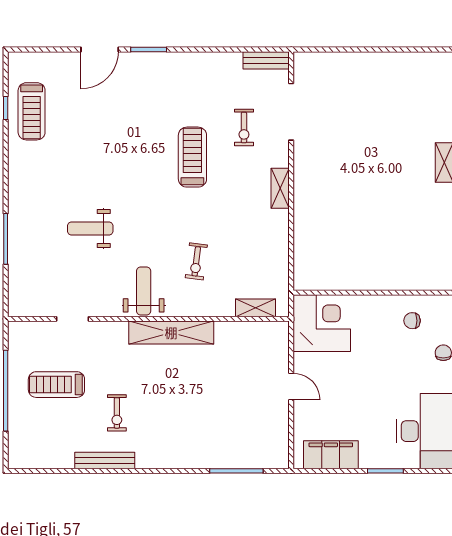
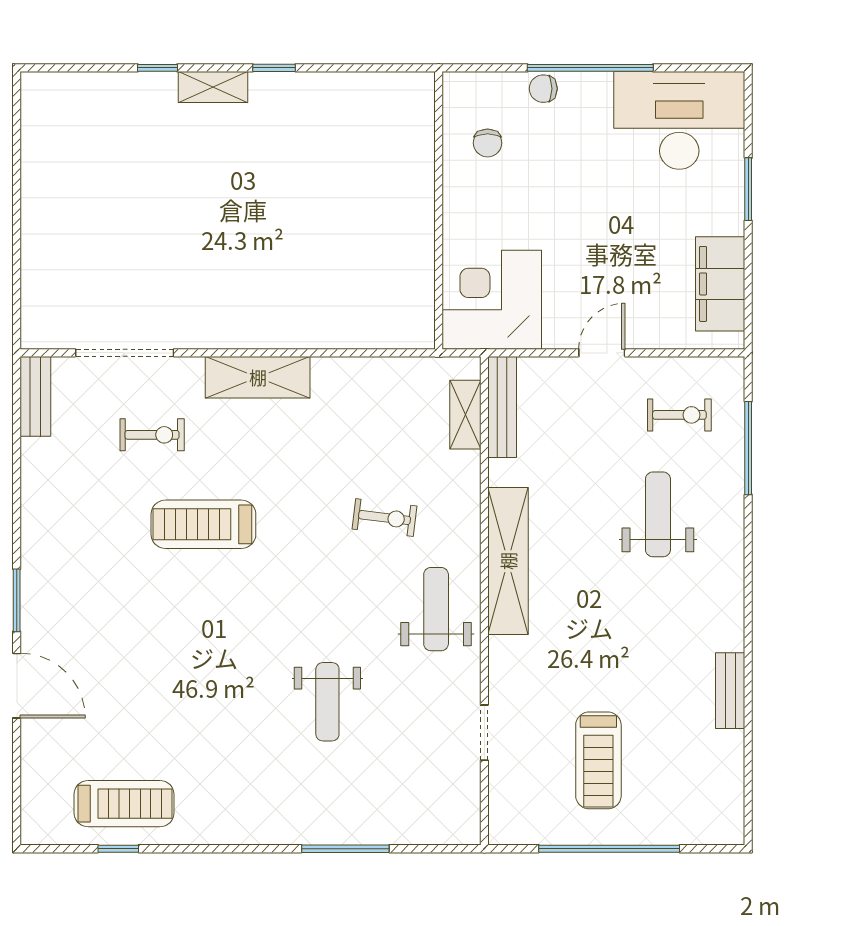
shelving: (280, 188) -> (258, 377), width x1.50, depth x1.33
weight bench: (144, 291) -> (436, 609), turned 90
bench: (260, 329) -> (502, 407), added
exercise bike: (117, 413) -> (679, 415), moved
weight bench: (198, 419) -> (658, 514), added
bench: (105, 460) -> (730, 691), width x0.73

